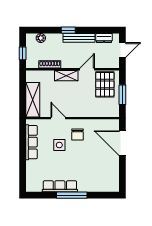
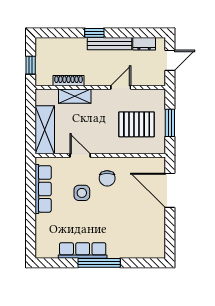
plant: (41, 38) -> (56, 44), removed
shelving: (66, 76) -> (75, 96), moved
pallet: (105, 84) -> (137, 124), moved, turned 90

